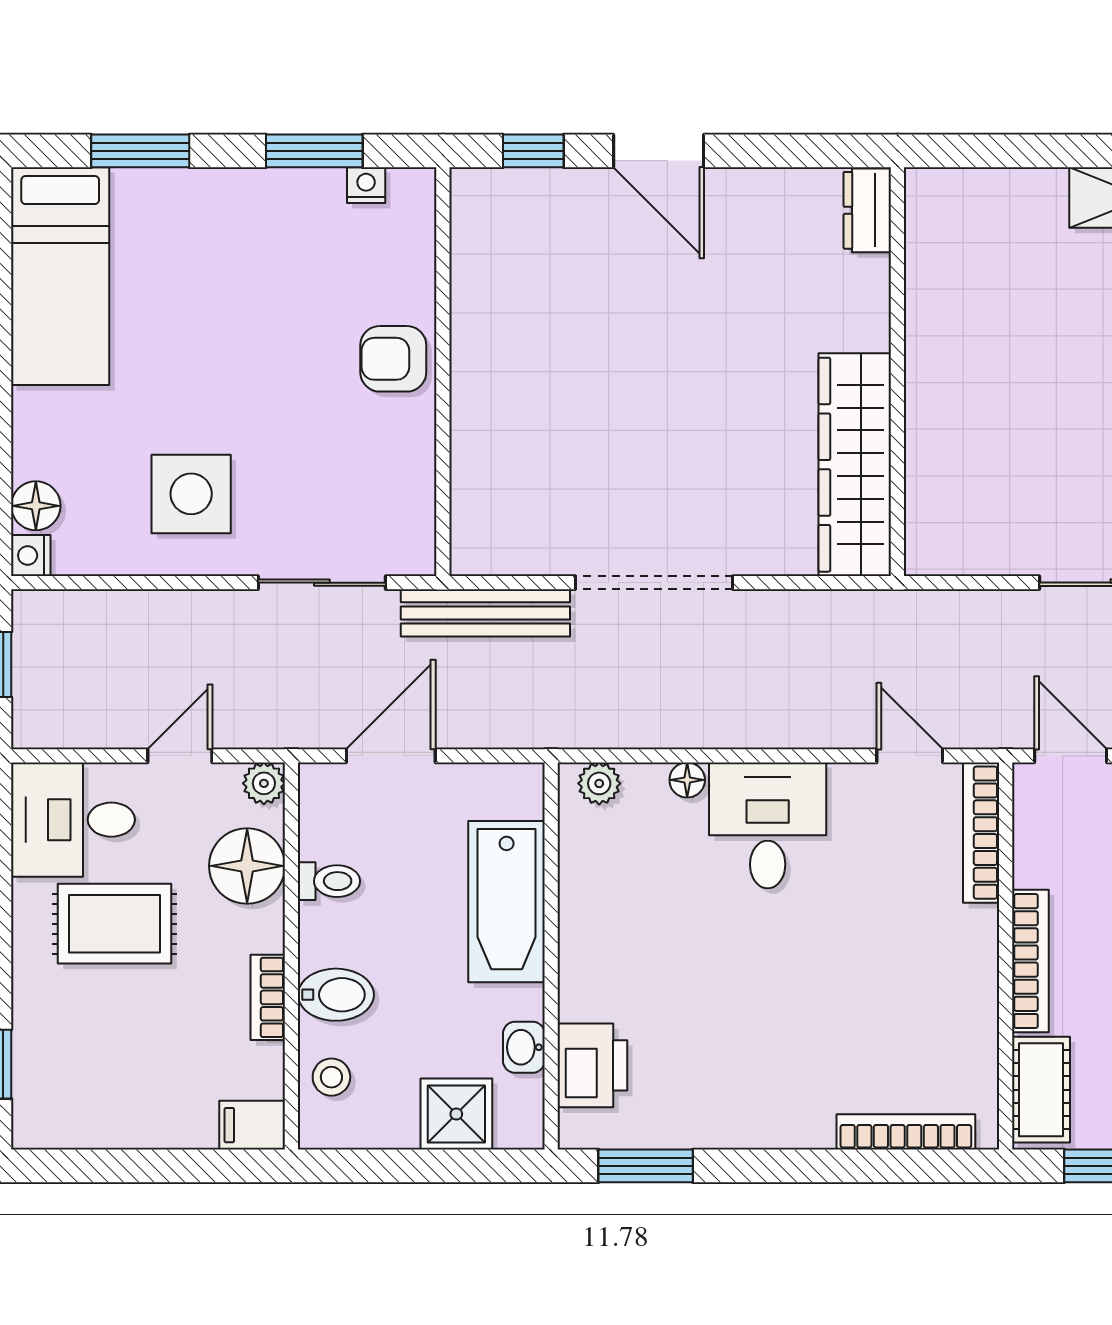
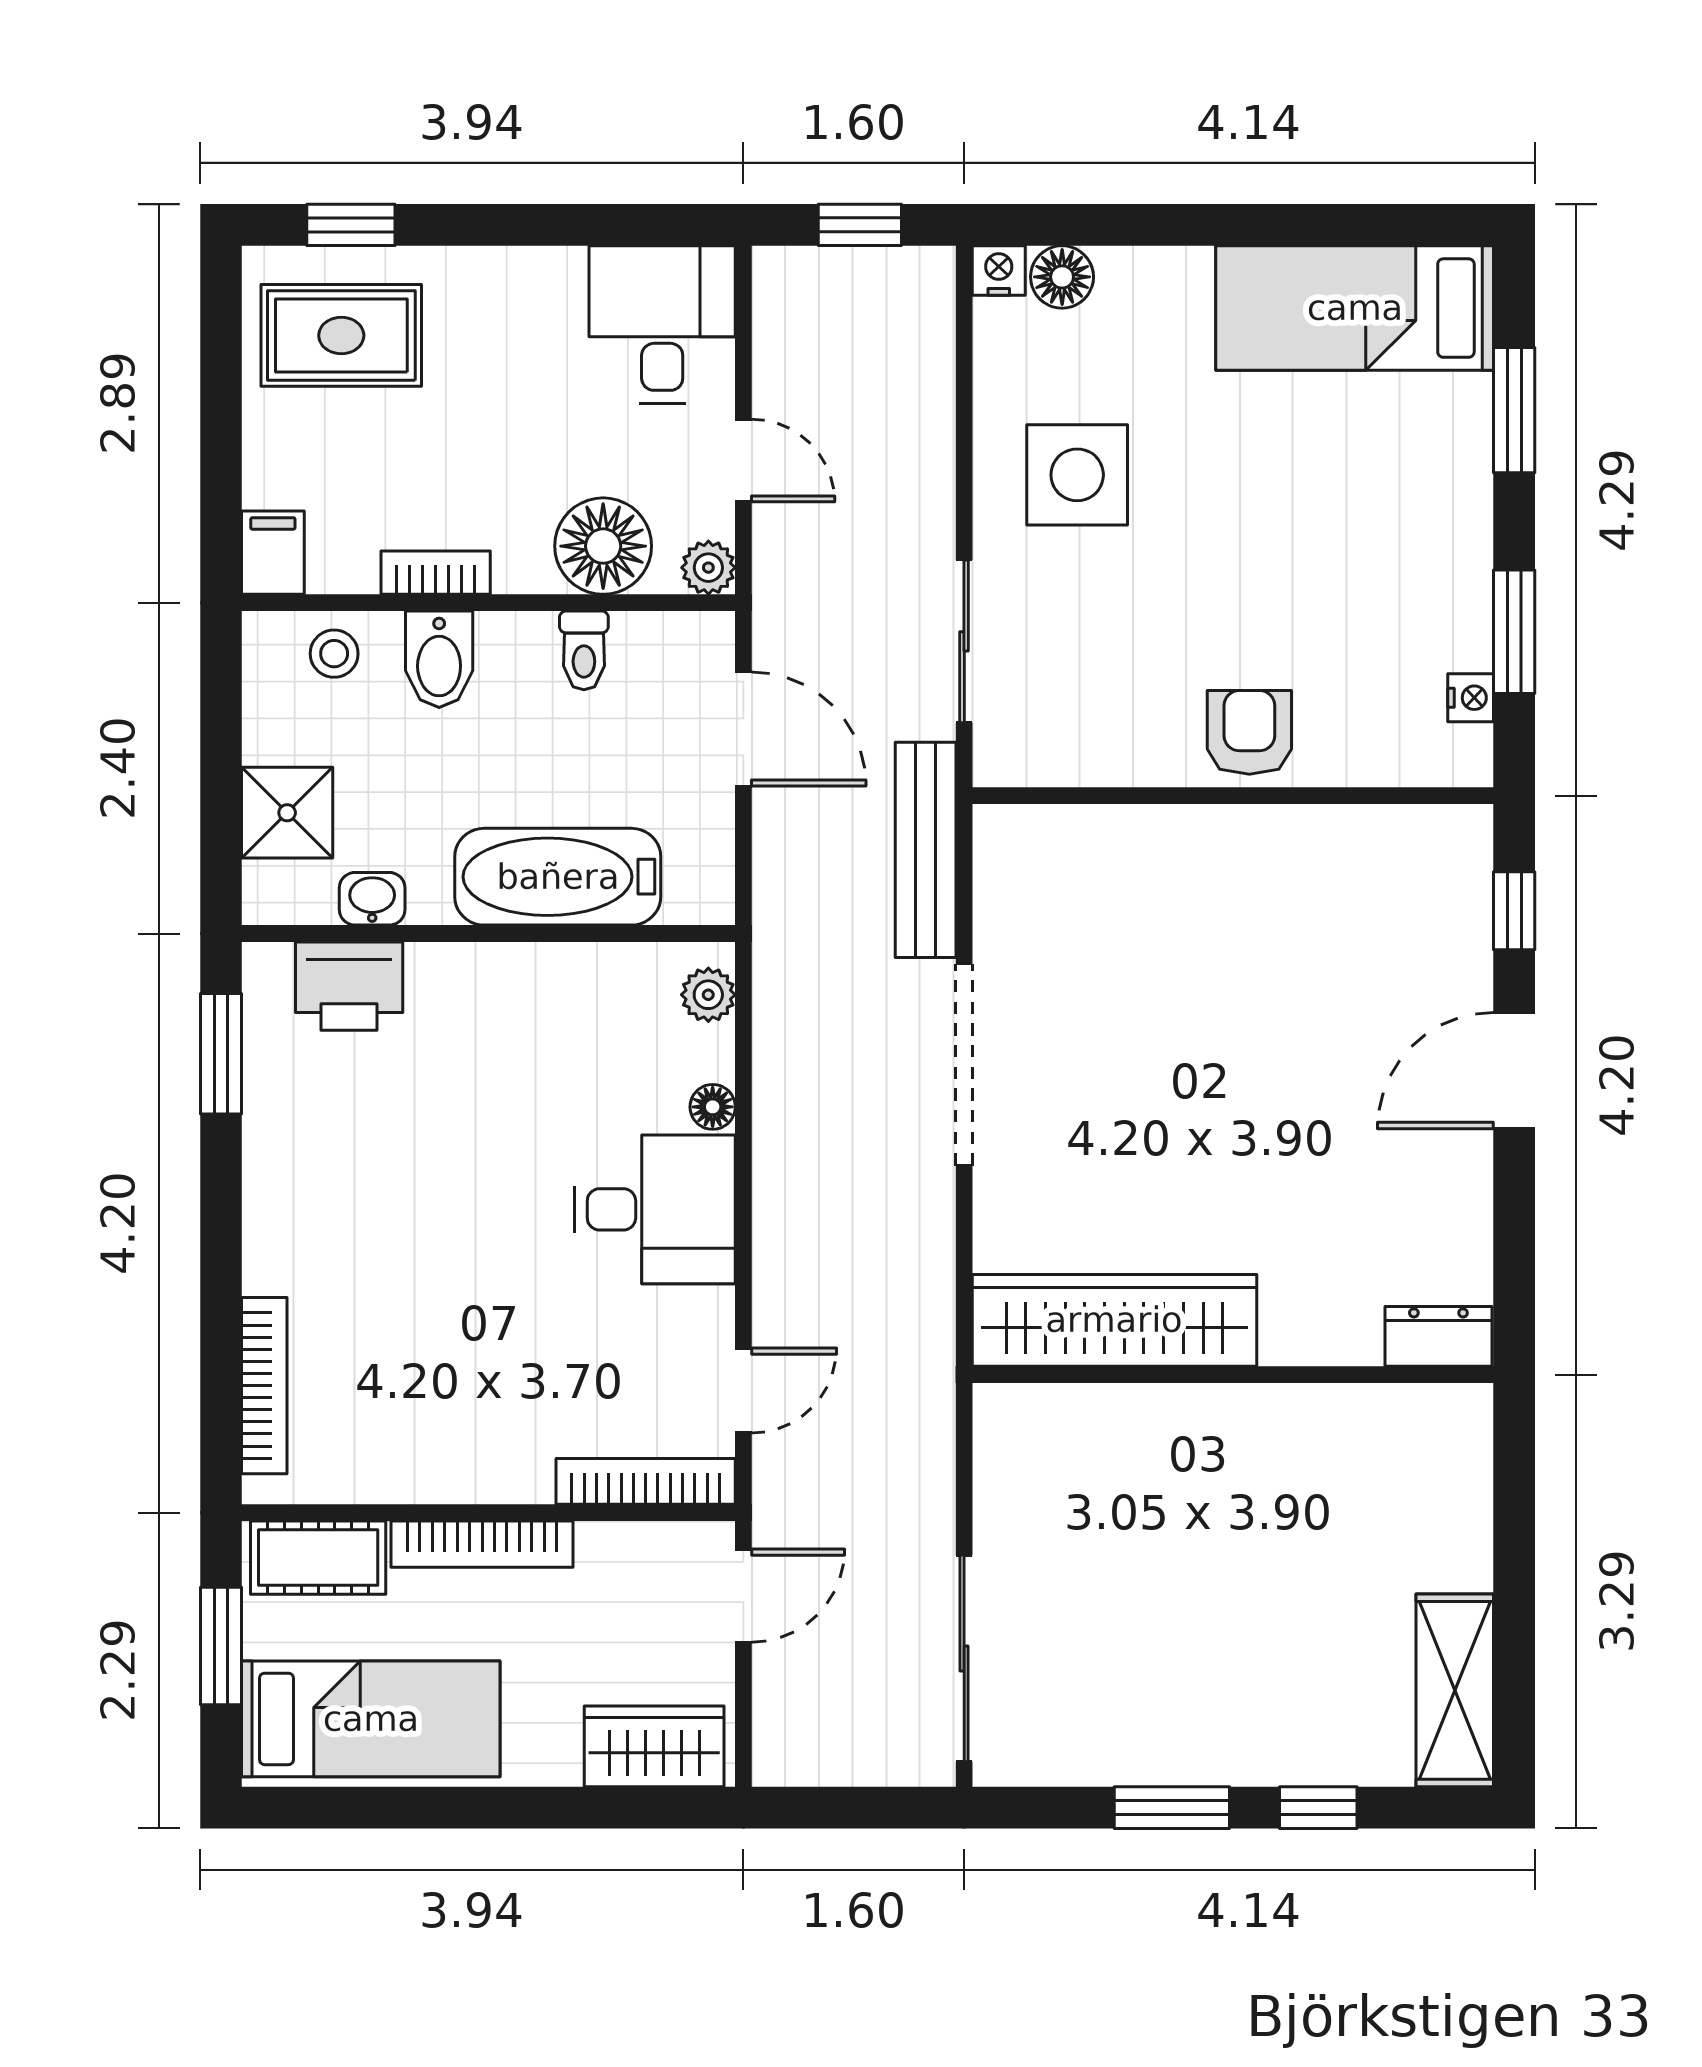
rug: (115, 924) -> (341, 335), moved, turned 90

